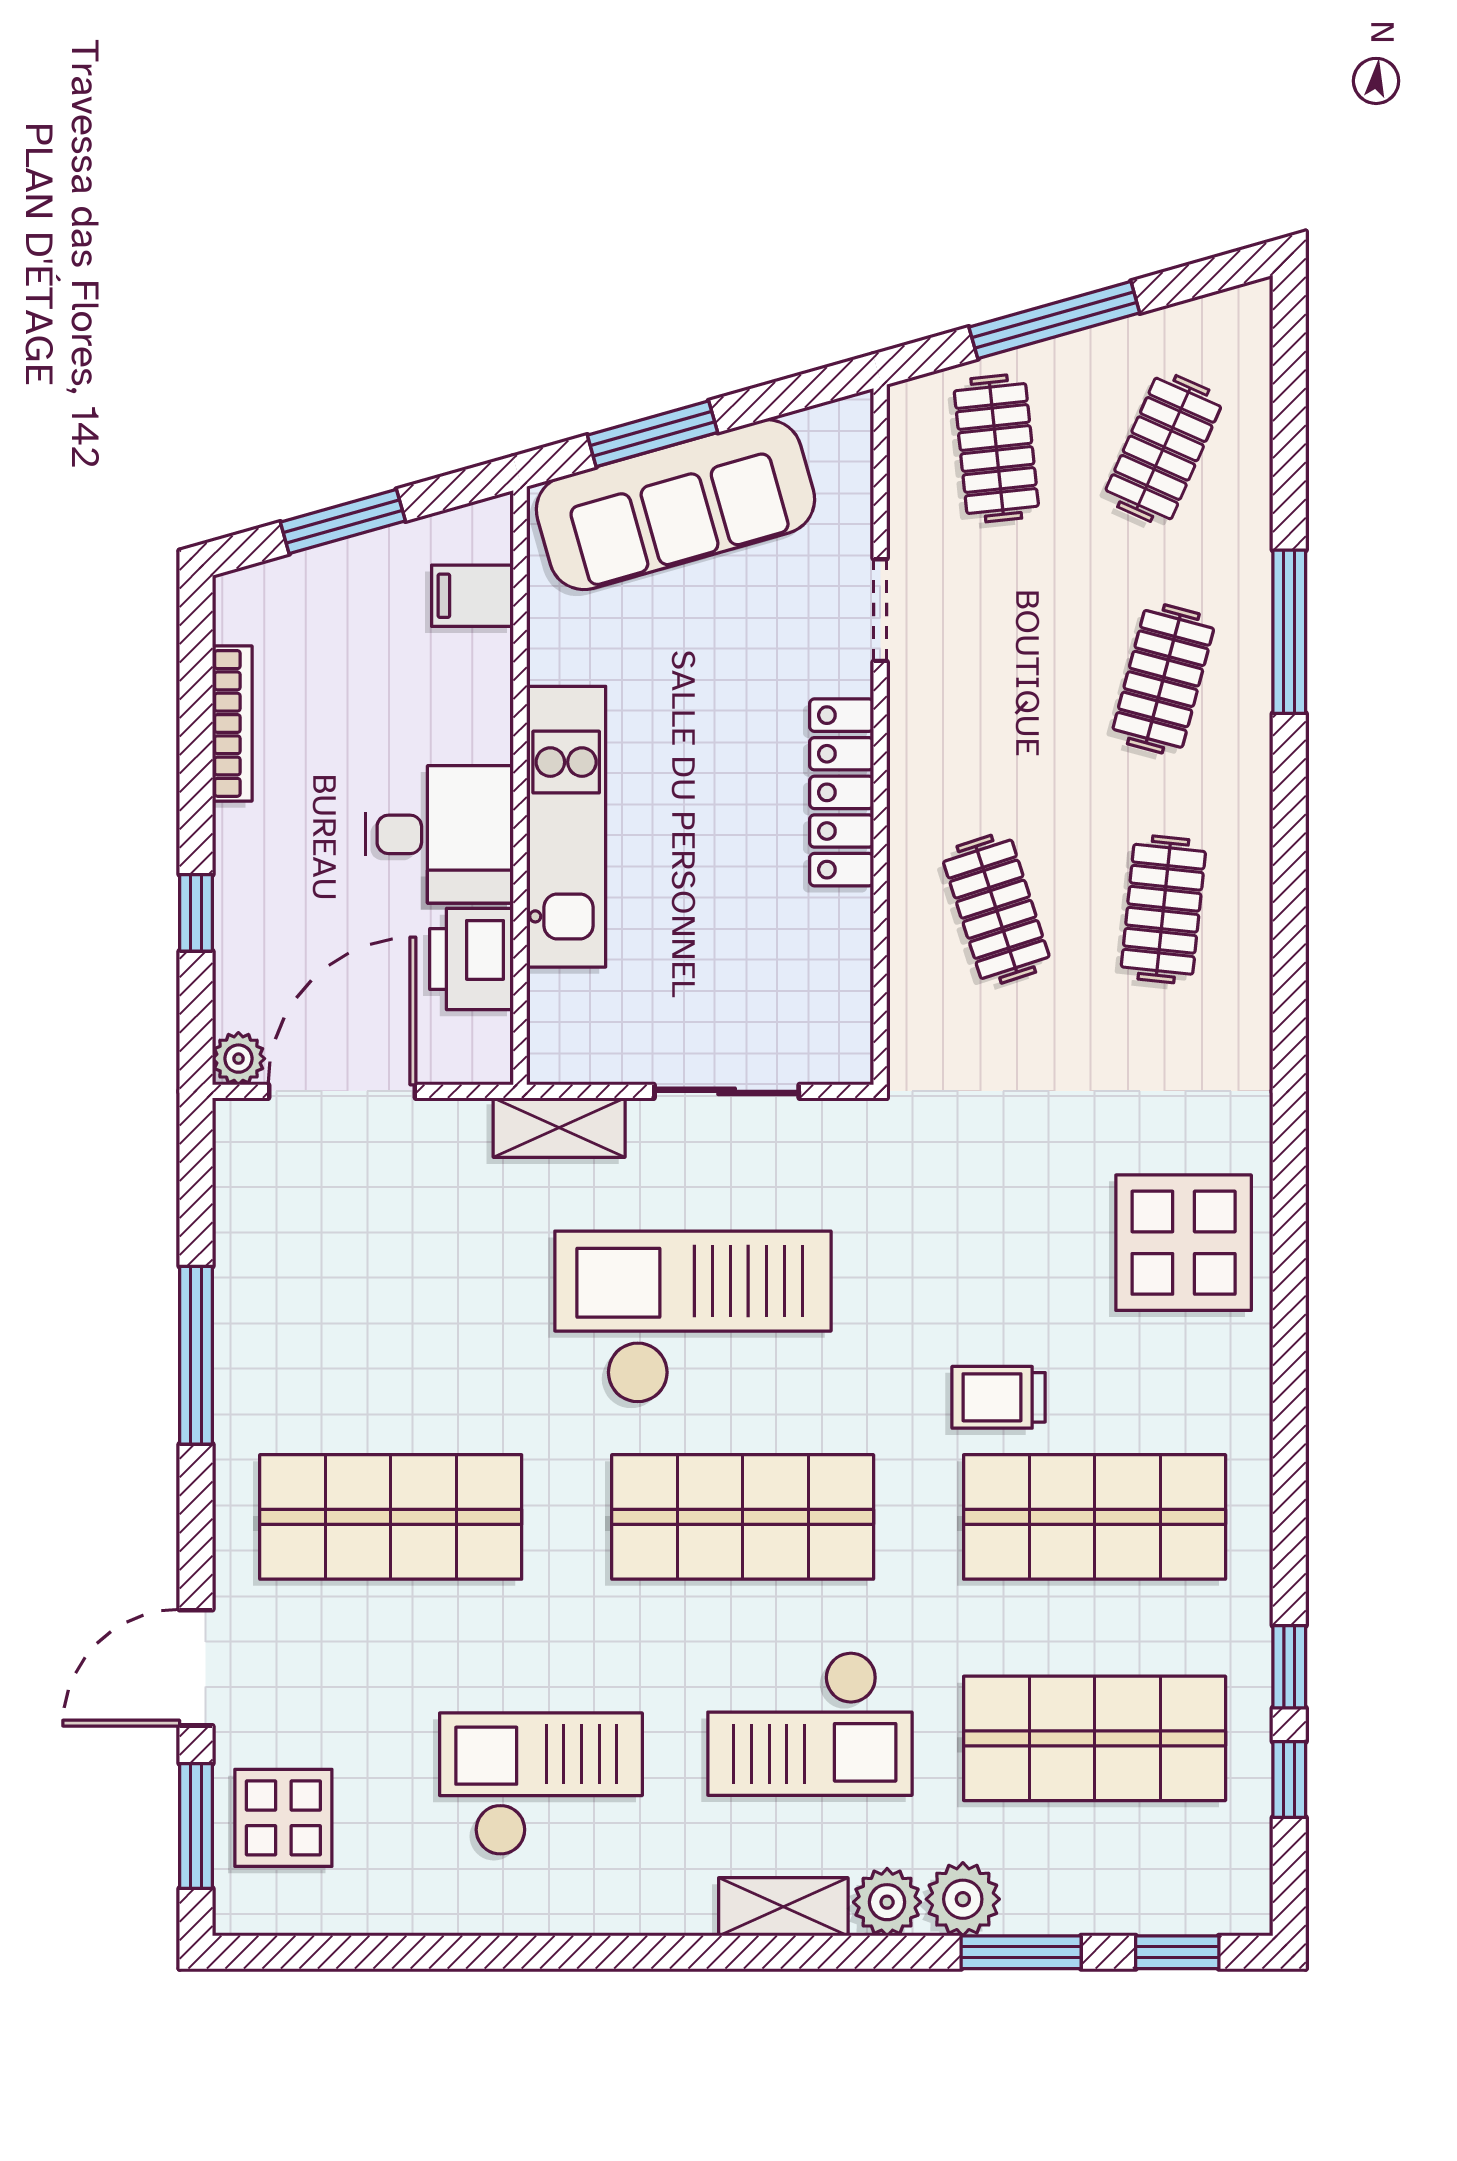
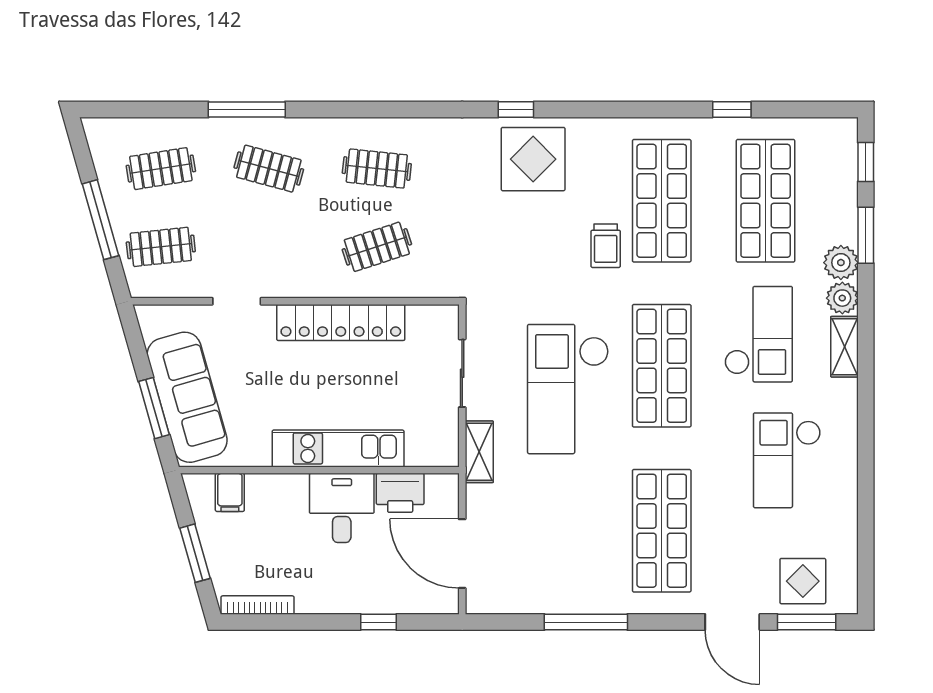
clothes rail: (1163, 448) -> (161, 169), turned -33
bookcase: (232, 723) -> (257, 605), moved
locker: (842, 792) -> (341, 322), width x1.41, depth x1.21
plant: (238, 1059) -> (447, 602), removed
window: (1289, 1779) -> (516, 109), moved

